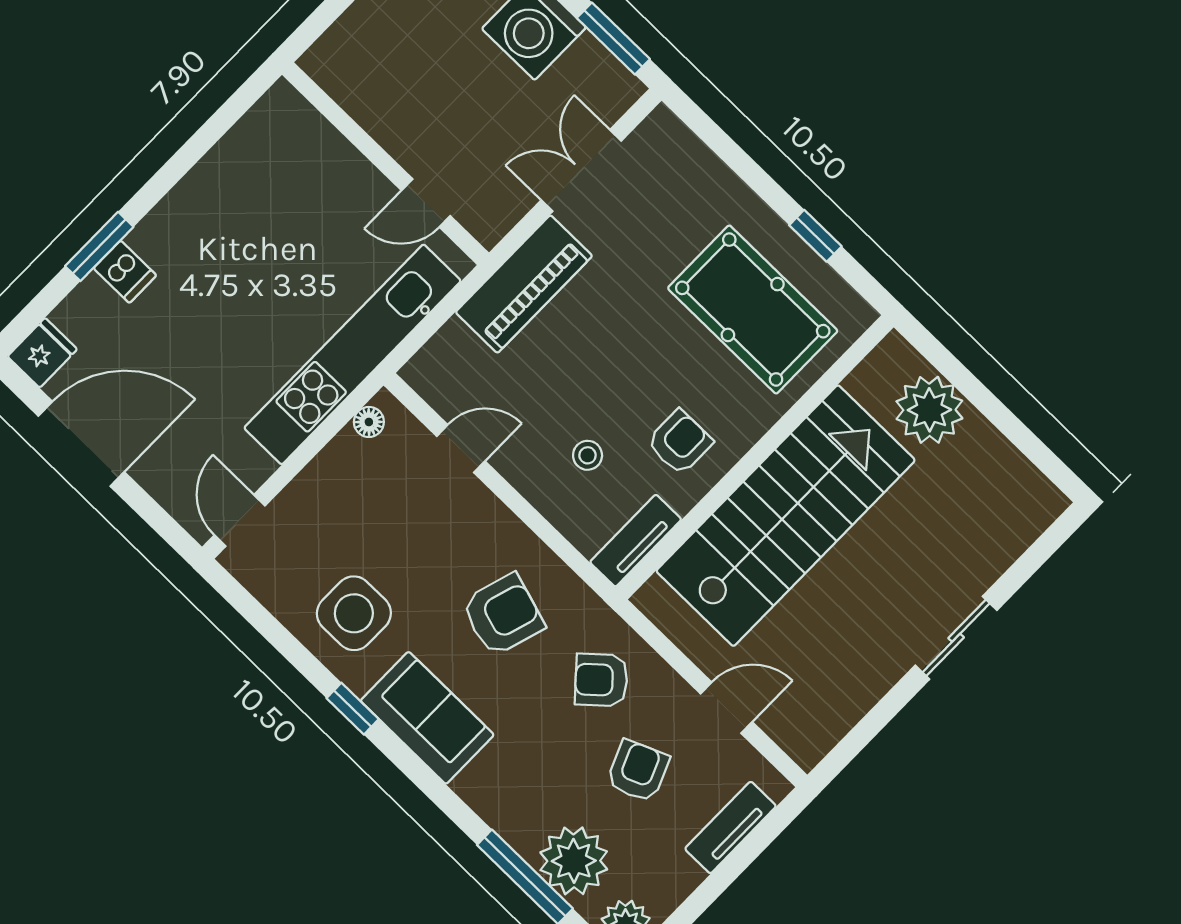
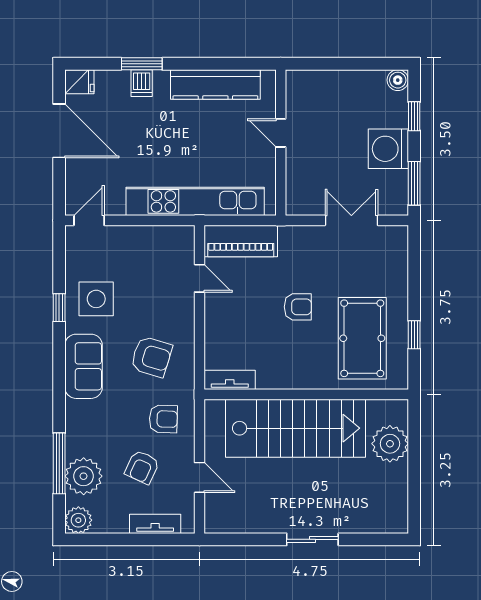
kitchen counter: (223, 175) -> (215, 84), added
door: (426, 203) -> (281, 133), moved
piano: (524, 284) -> (241, 241), moved
floor lamp: (369, 422) -> (175, 233), removed
armchair: (680, 442) -> (298, 307), moved
stool: (588, 455) -> (244, 330), removed
armchair: (601, 680) -> (163, 419), turned 134
window: (353, 709) -> (59, 308), moved
armchair: (638, 771) -> (142, 467), turned 138

